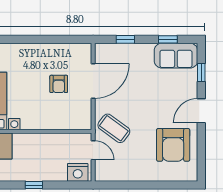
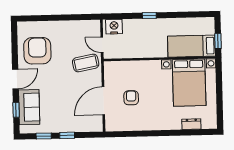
window: (125, 39) -> (67, 135), moved
sofa: (176, 56) -> (29, 107), moved, turned 90
coffee table: (114, 128) -> (86, 63), turned -47

